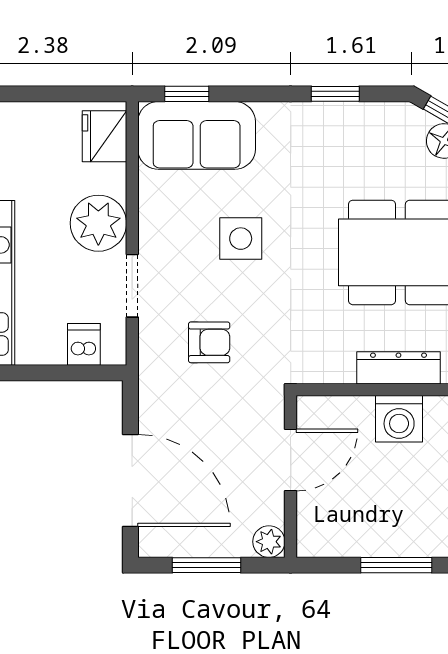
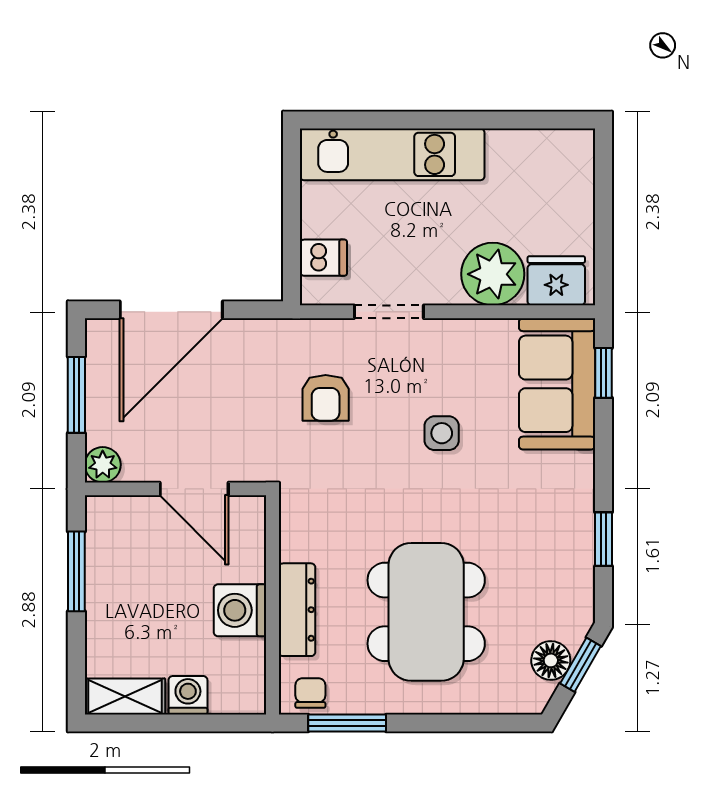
plant: (98, 223) -> (493, 274), moved
side table: (241, 239) -> (442, 433), width x0.73, depth x0.73
window: (396, 565) -> (76, 571), moved

